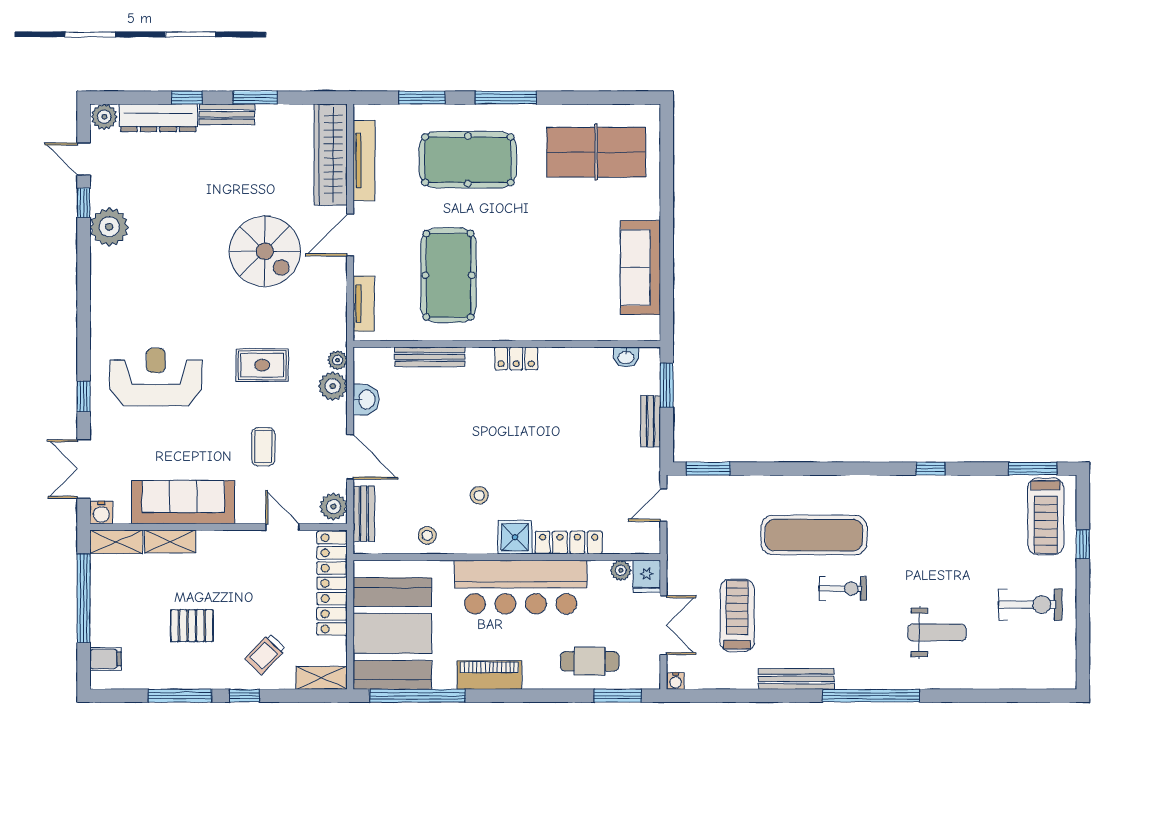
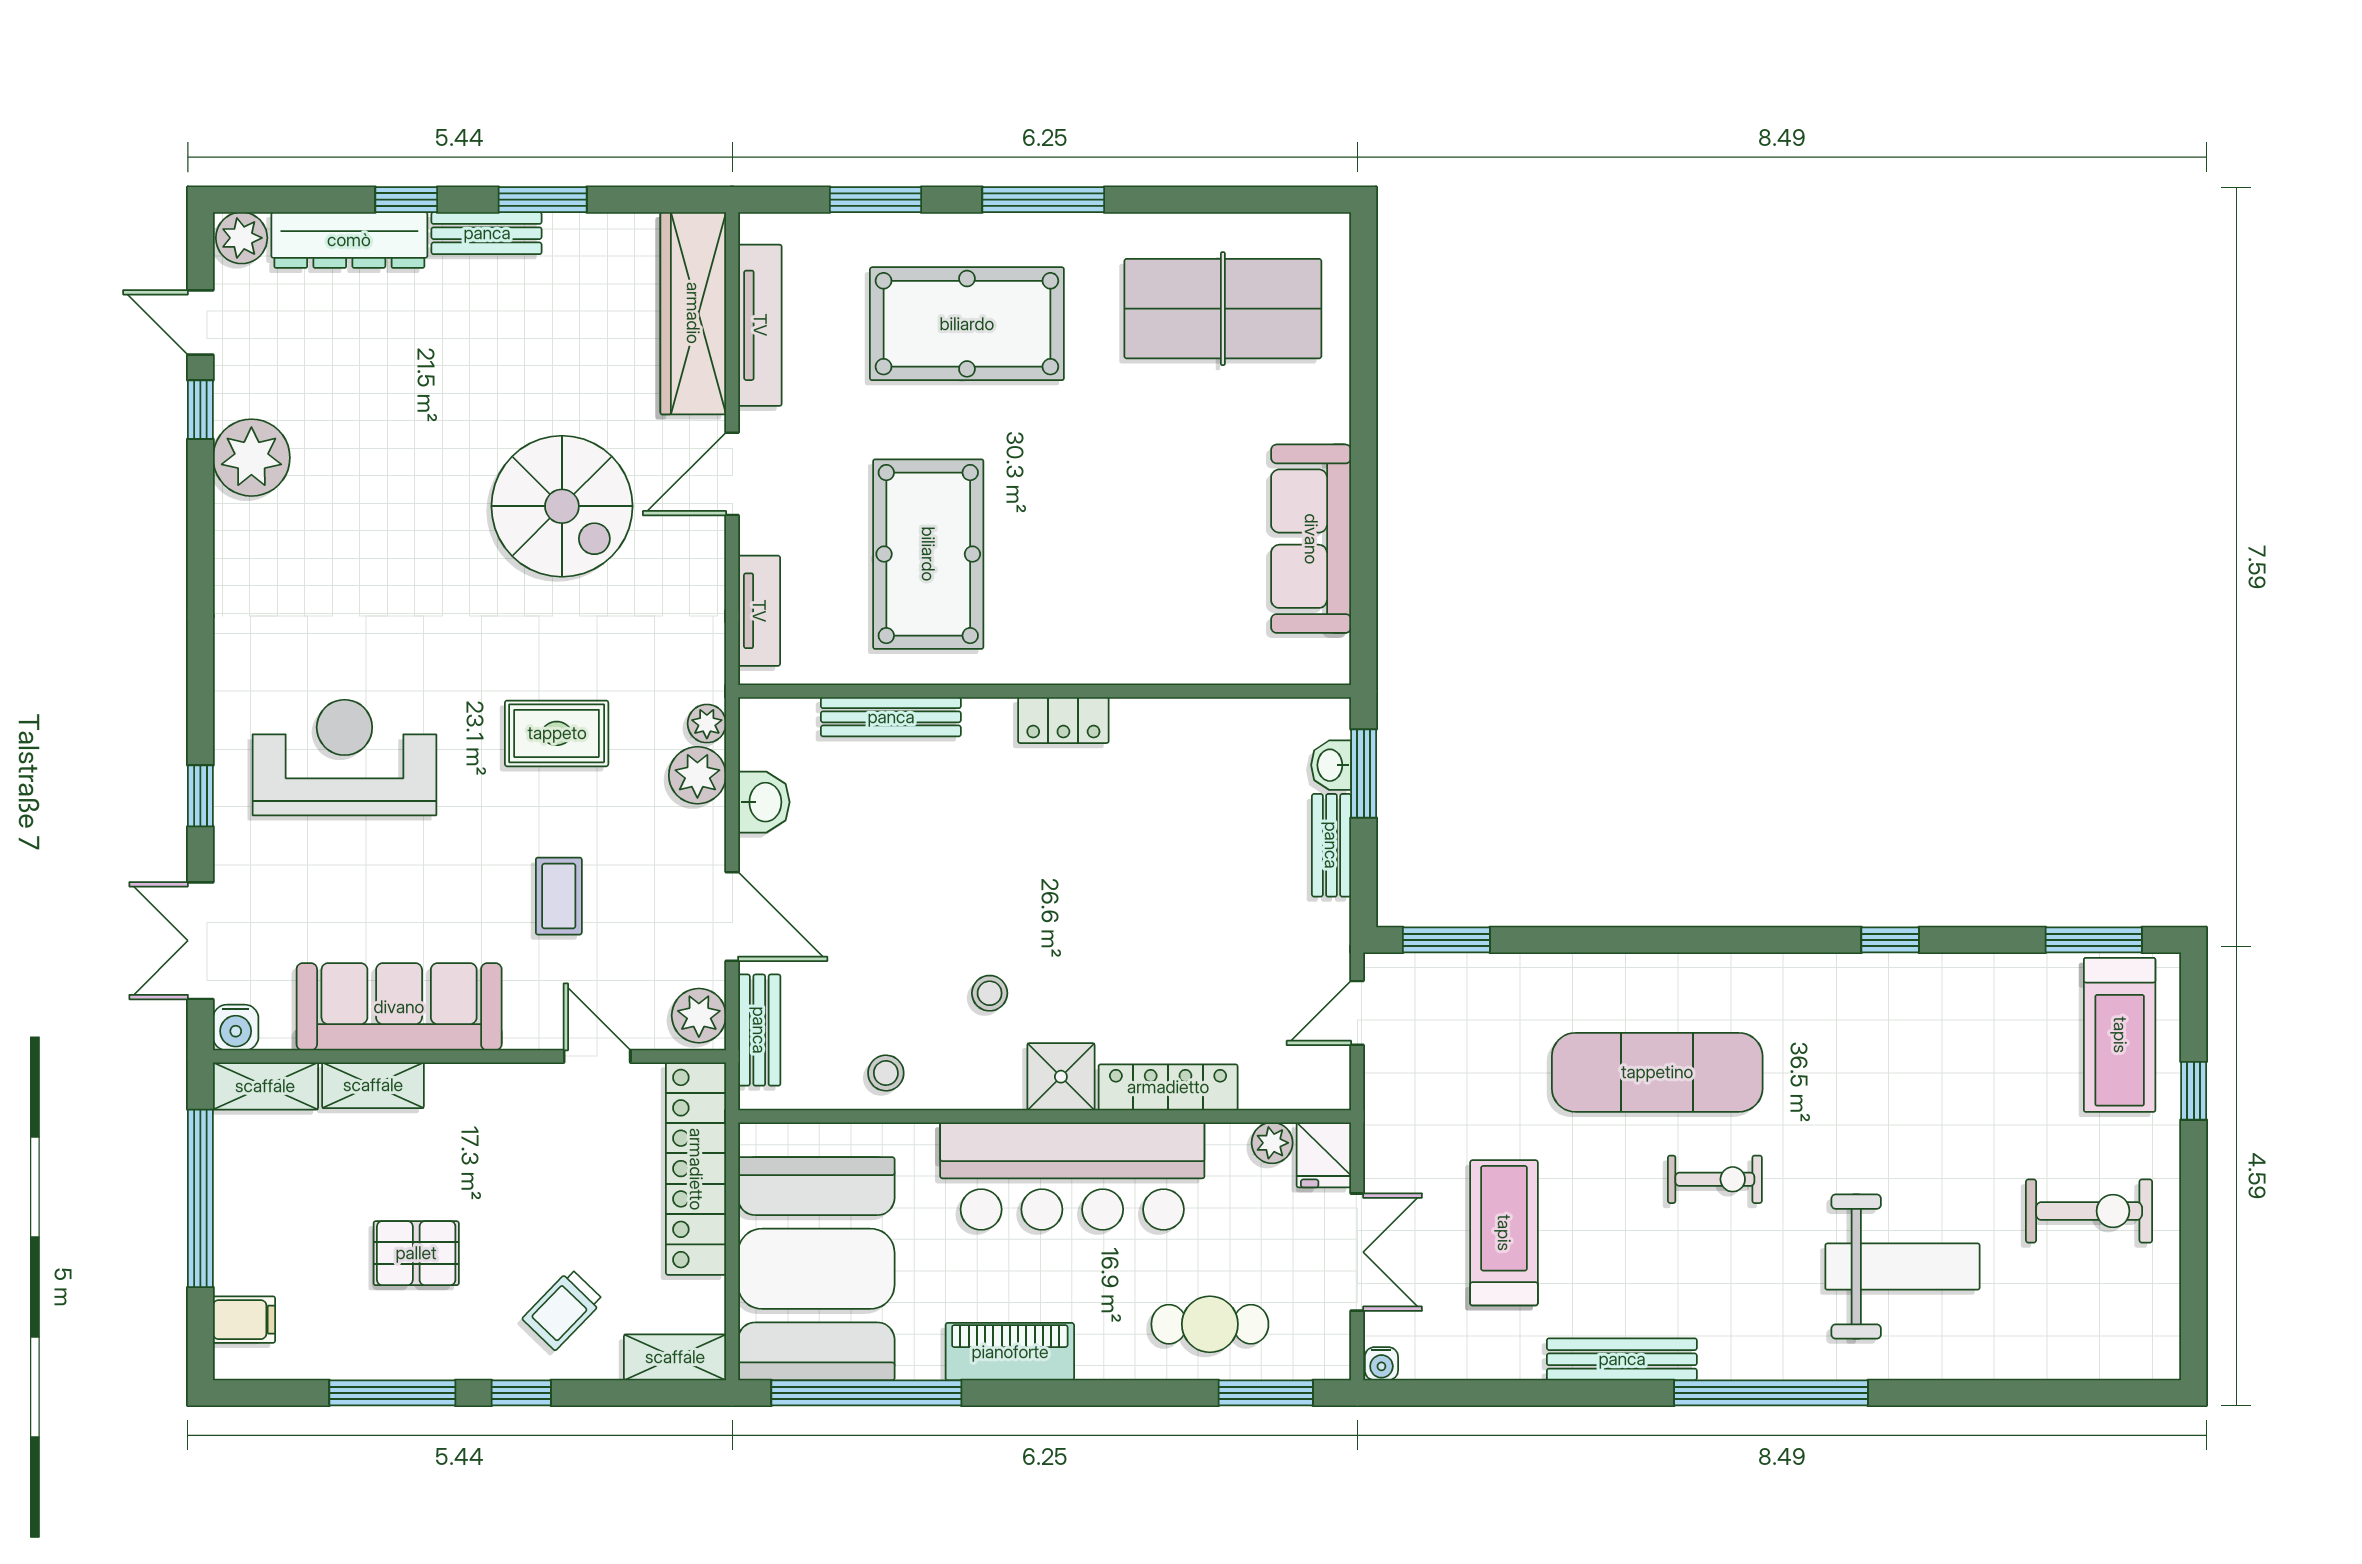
washbasin: (626, 357) -> (1331, 765), moved, turned 90
weight bench: (937, 632) -> (1902, 1267), width x1.36, depth x1.33

